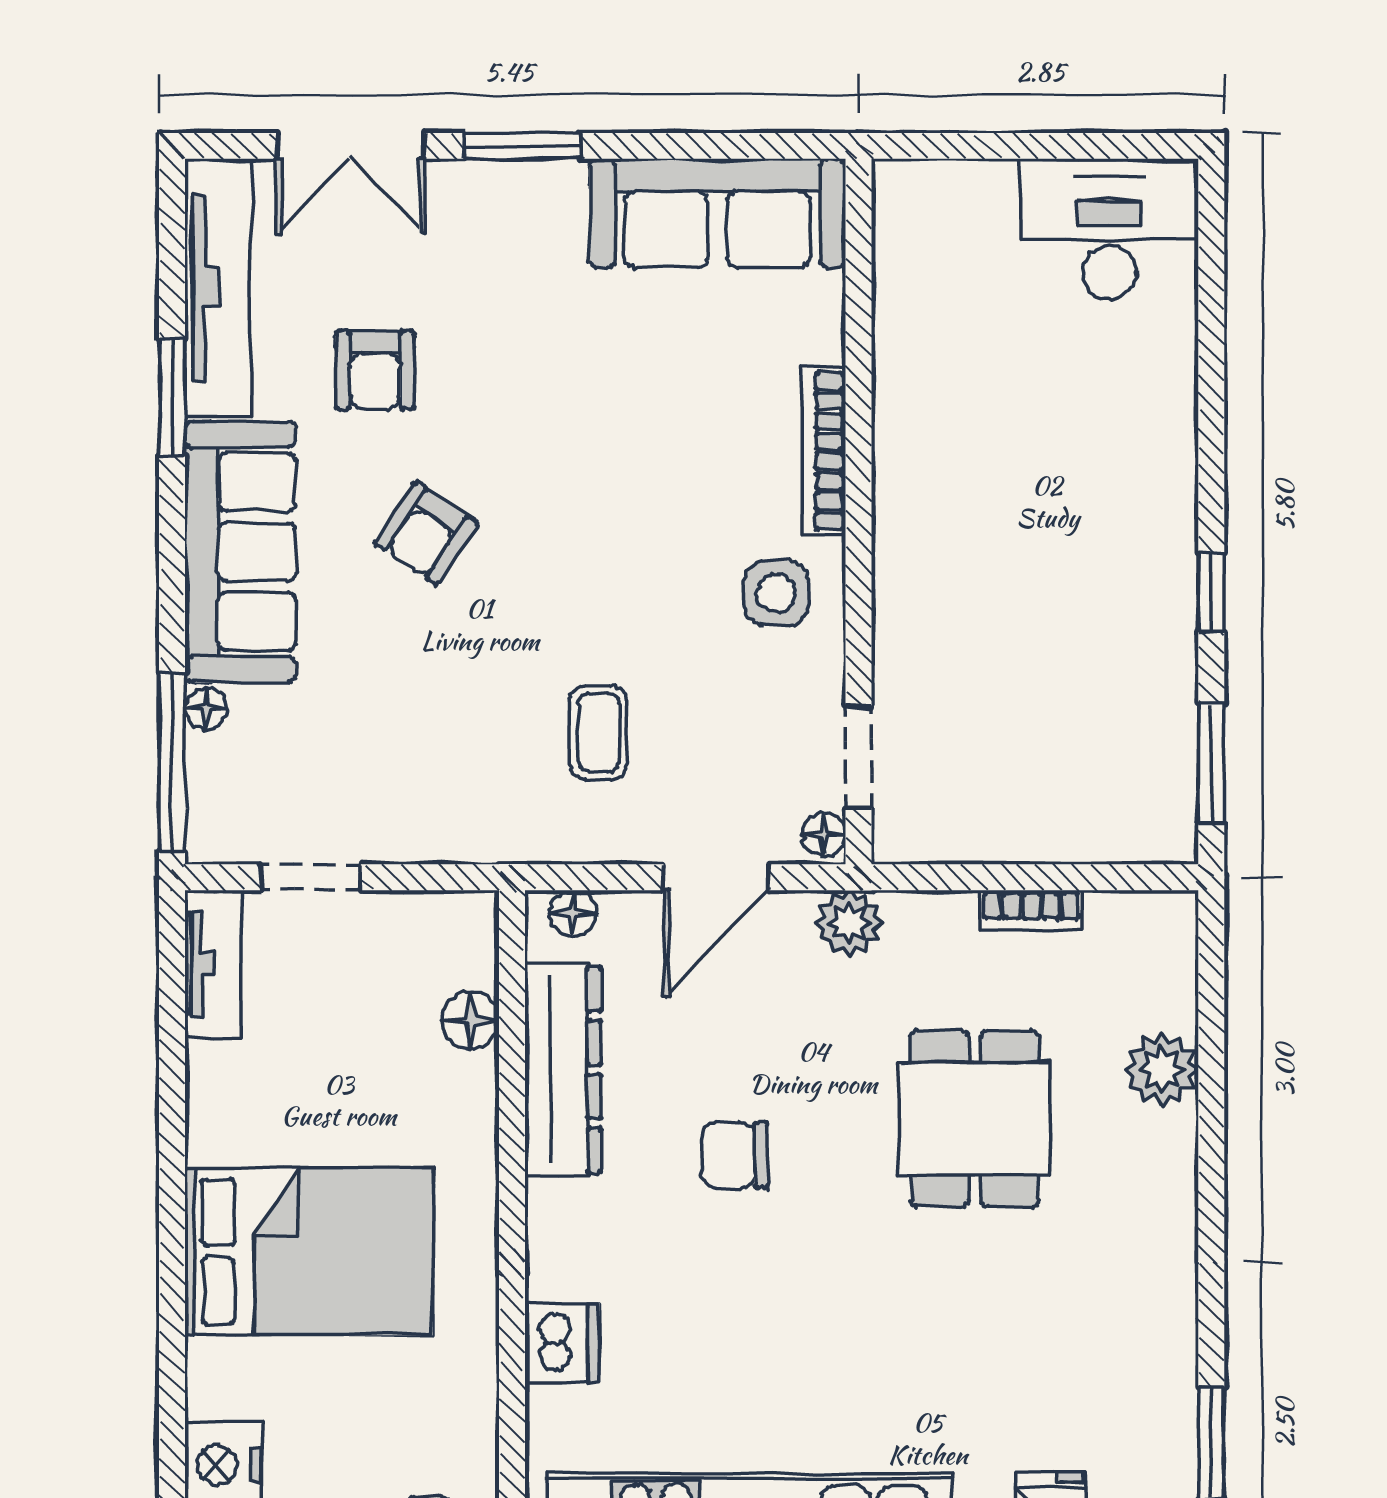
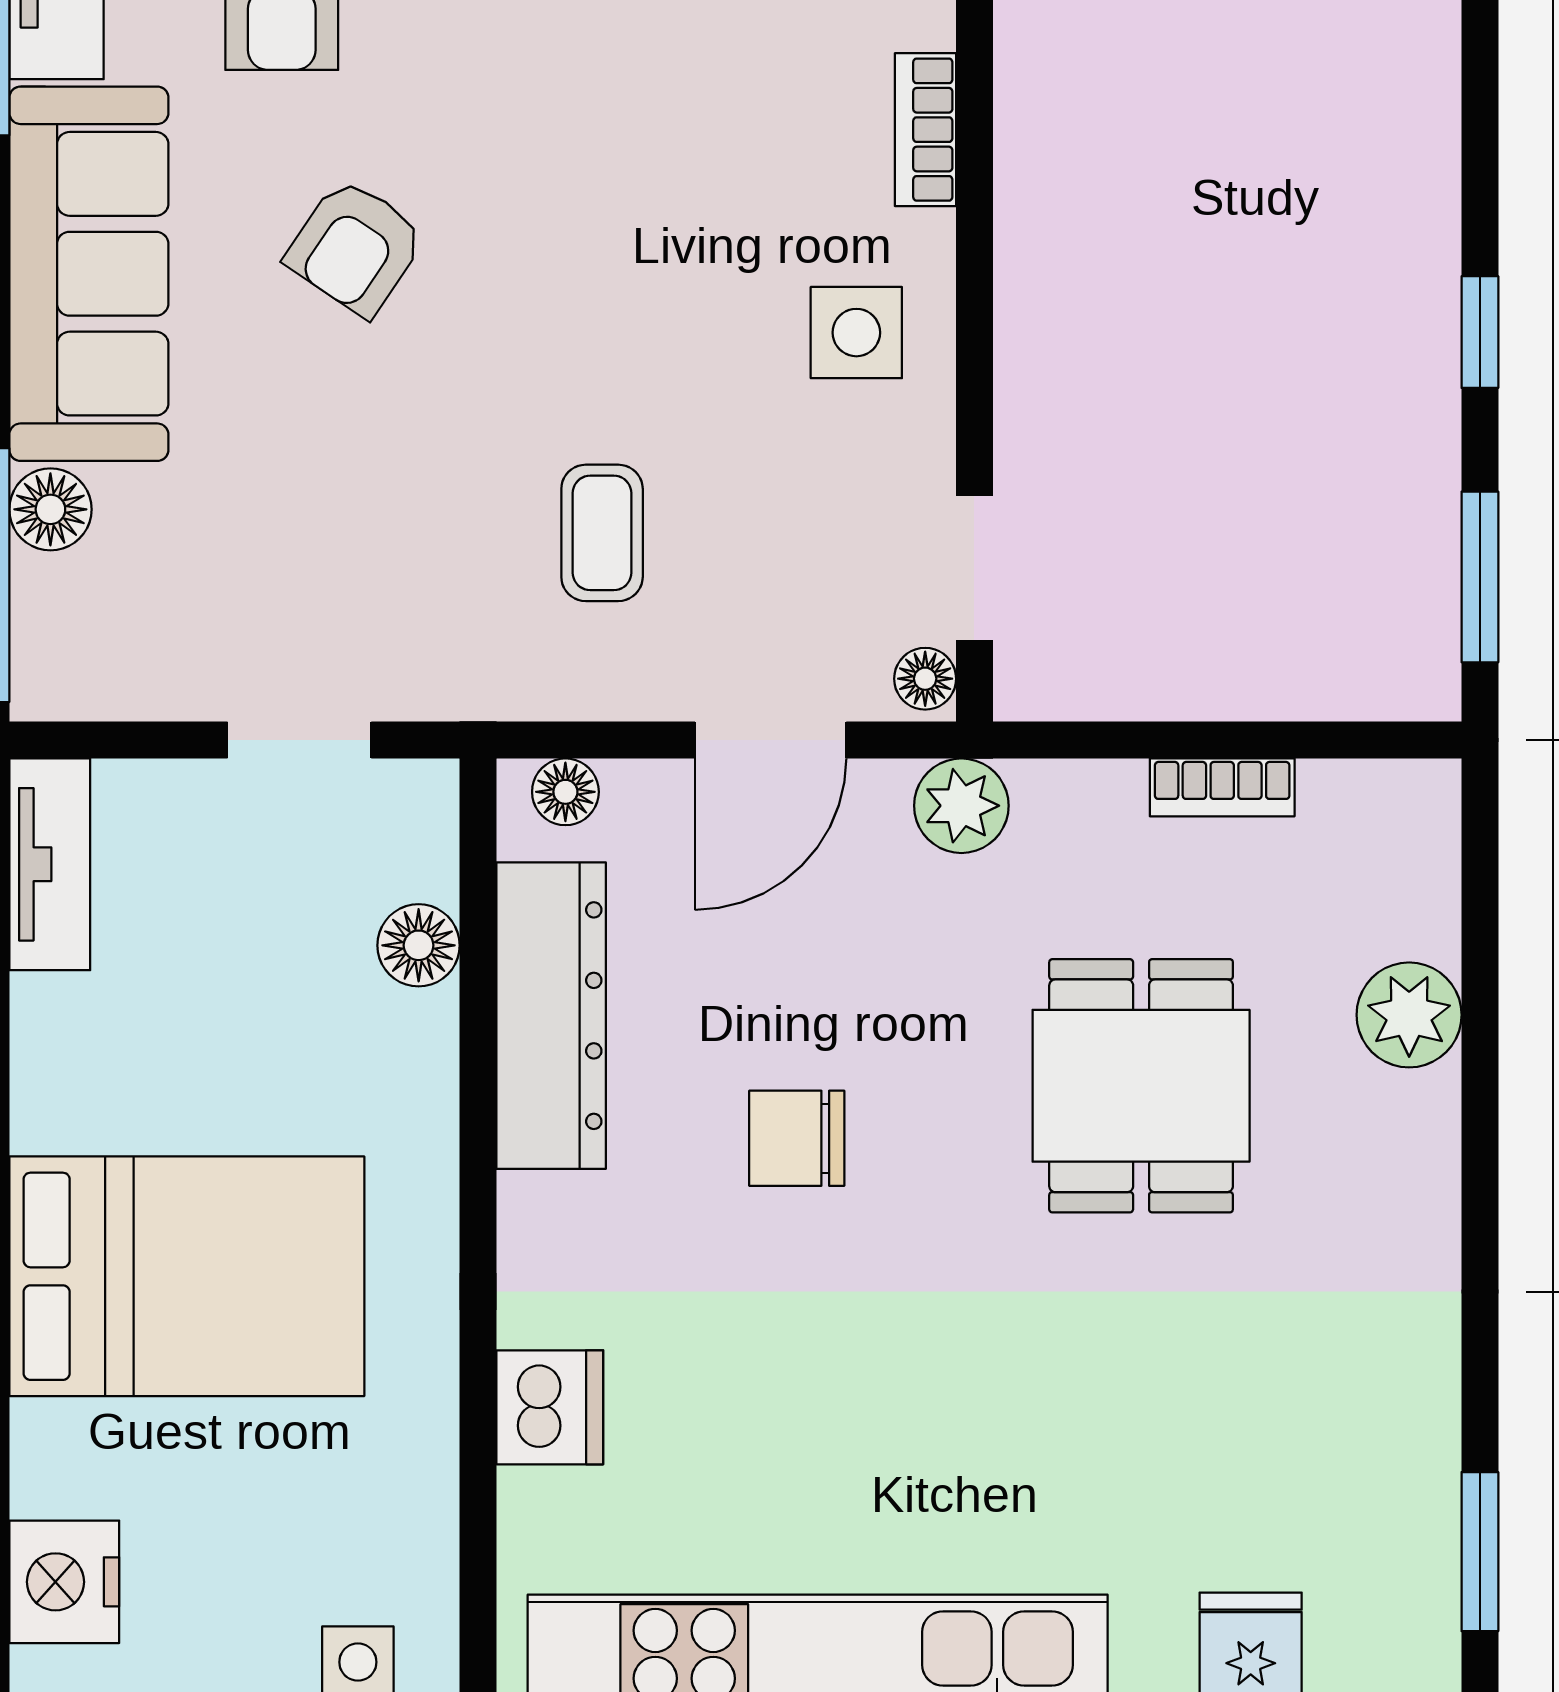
bookcase: (824, 451) -> (925, 130), width x0.64
floor lamp: (206, 708) -> (50, 509), width x1.37, depth x1.37
doorway: (311, 877) -> (299, 740), moved

